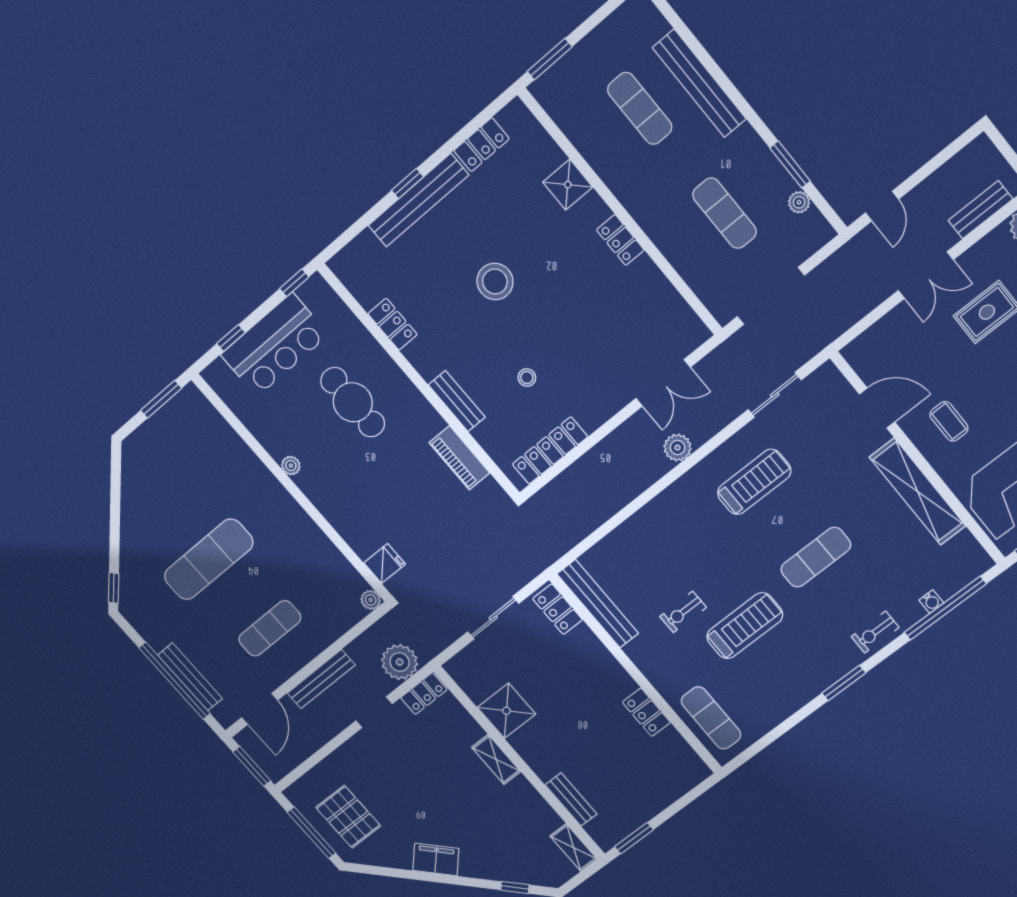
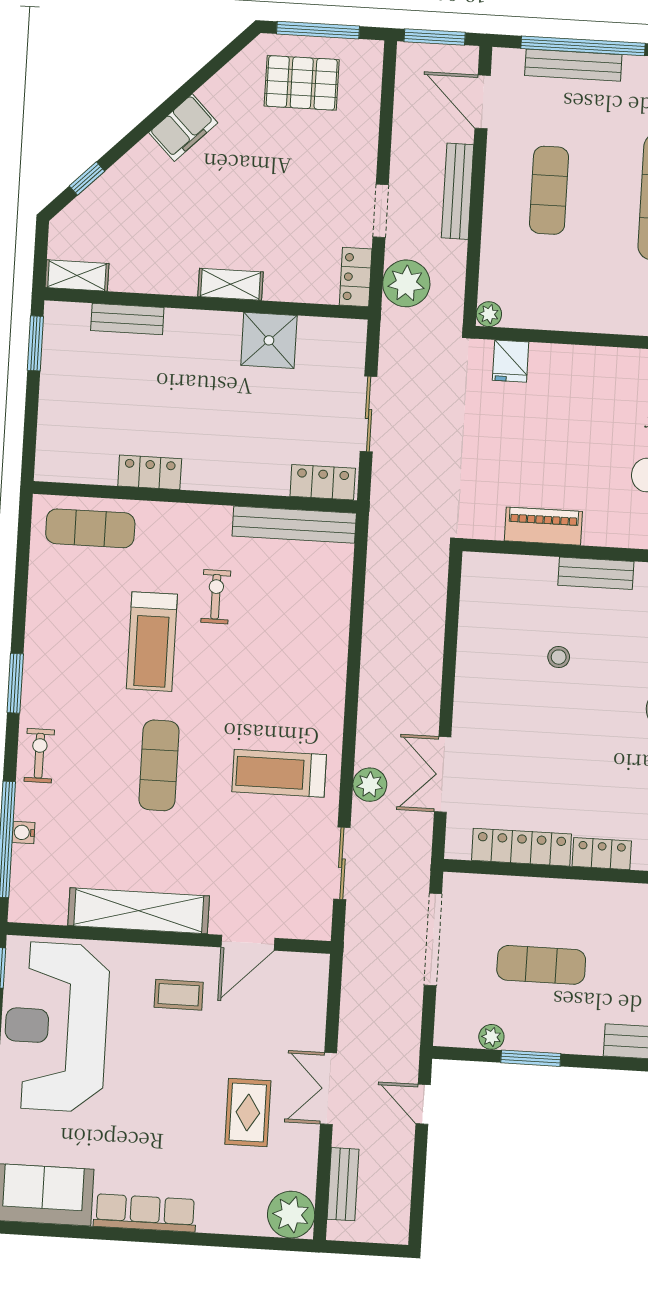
plant: (678, 448) -> (370, 785), moved
locker: (550, 451) -> (522, 847), moved, turned -90
treadmill: (754, 482) -> (279, 773), turned 90

